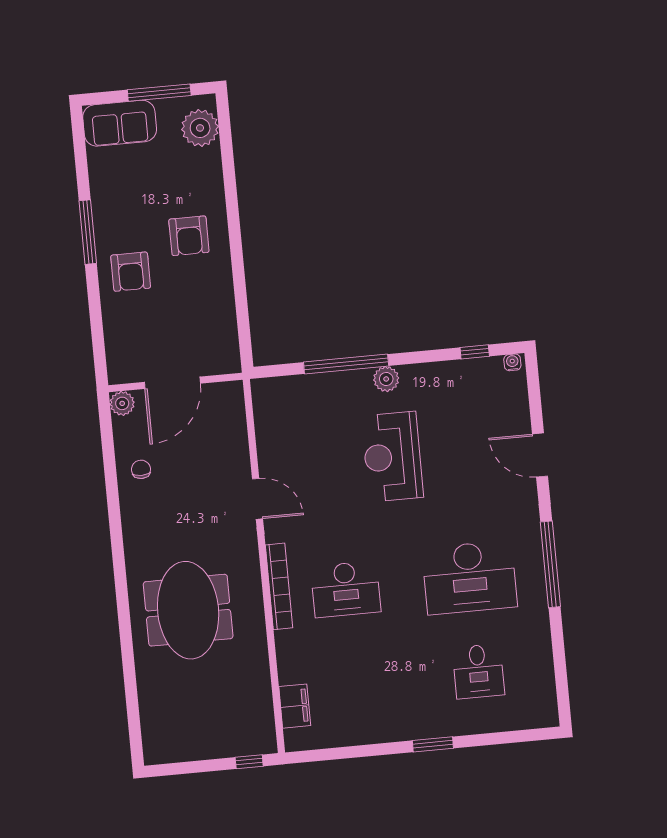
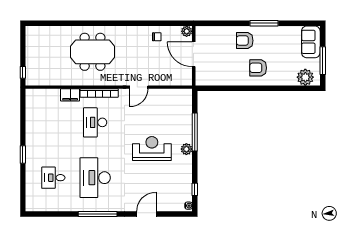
filing cabinet: (295, 706) -> (70, 95), moved

